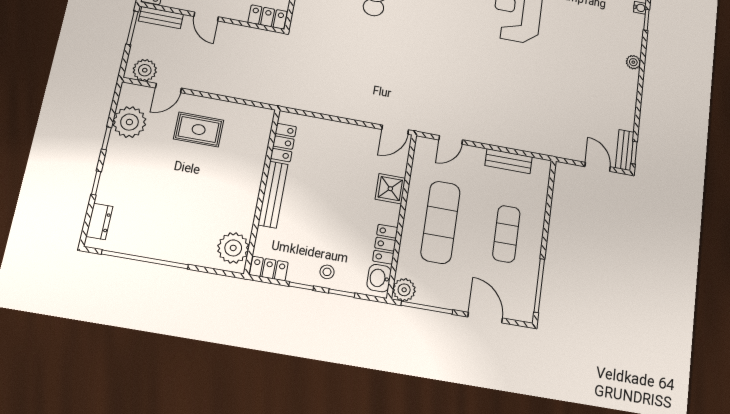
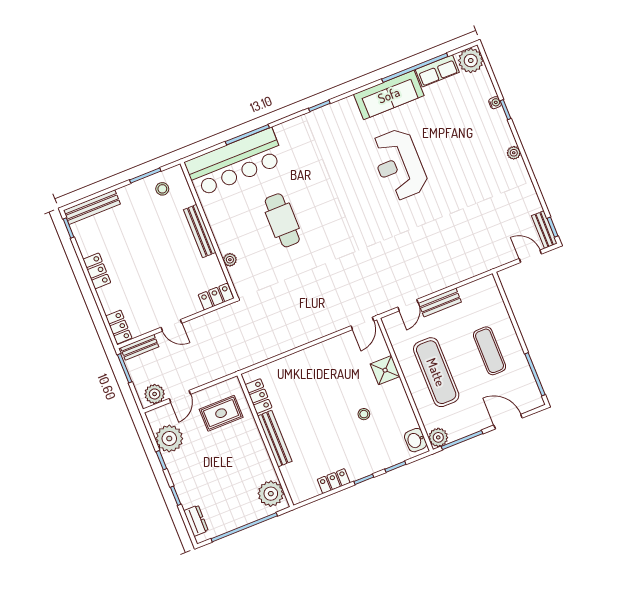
locker: (284, 143) -> (258, 396), moved
bench: (509, 161) -> (440, 303), moved
wall: (262, 191) -> (265, 440), moved
bench: (273, 195) -> (275, 439), moved
locker: (385, 244) -> (405, 413), removed
plant: (233, 248) -> (271, 494), moved
stool: (327, 272) -> (364, 414), moved

